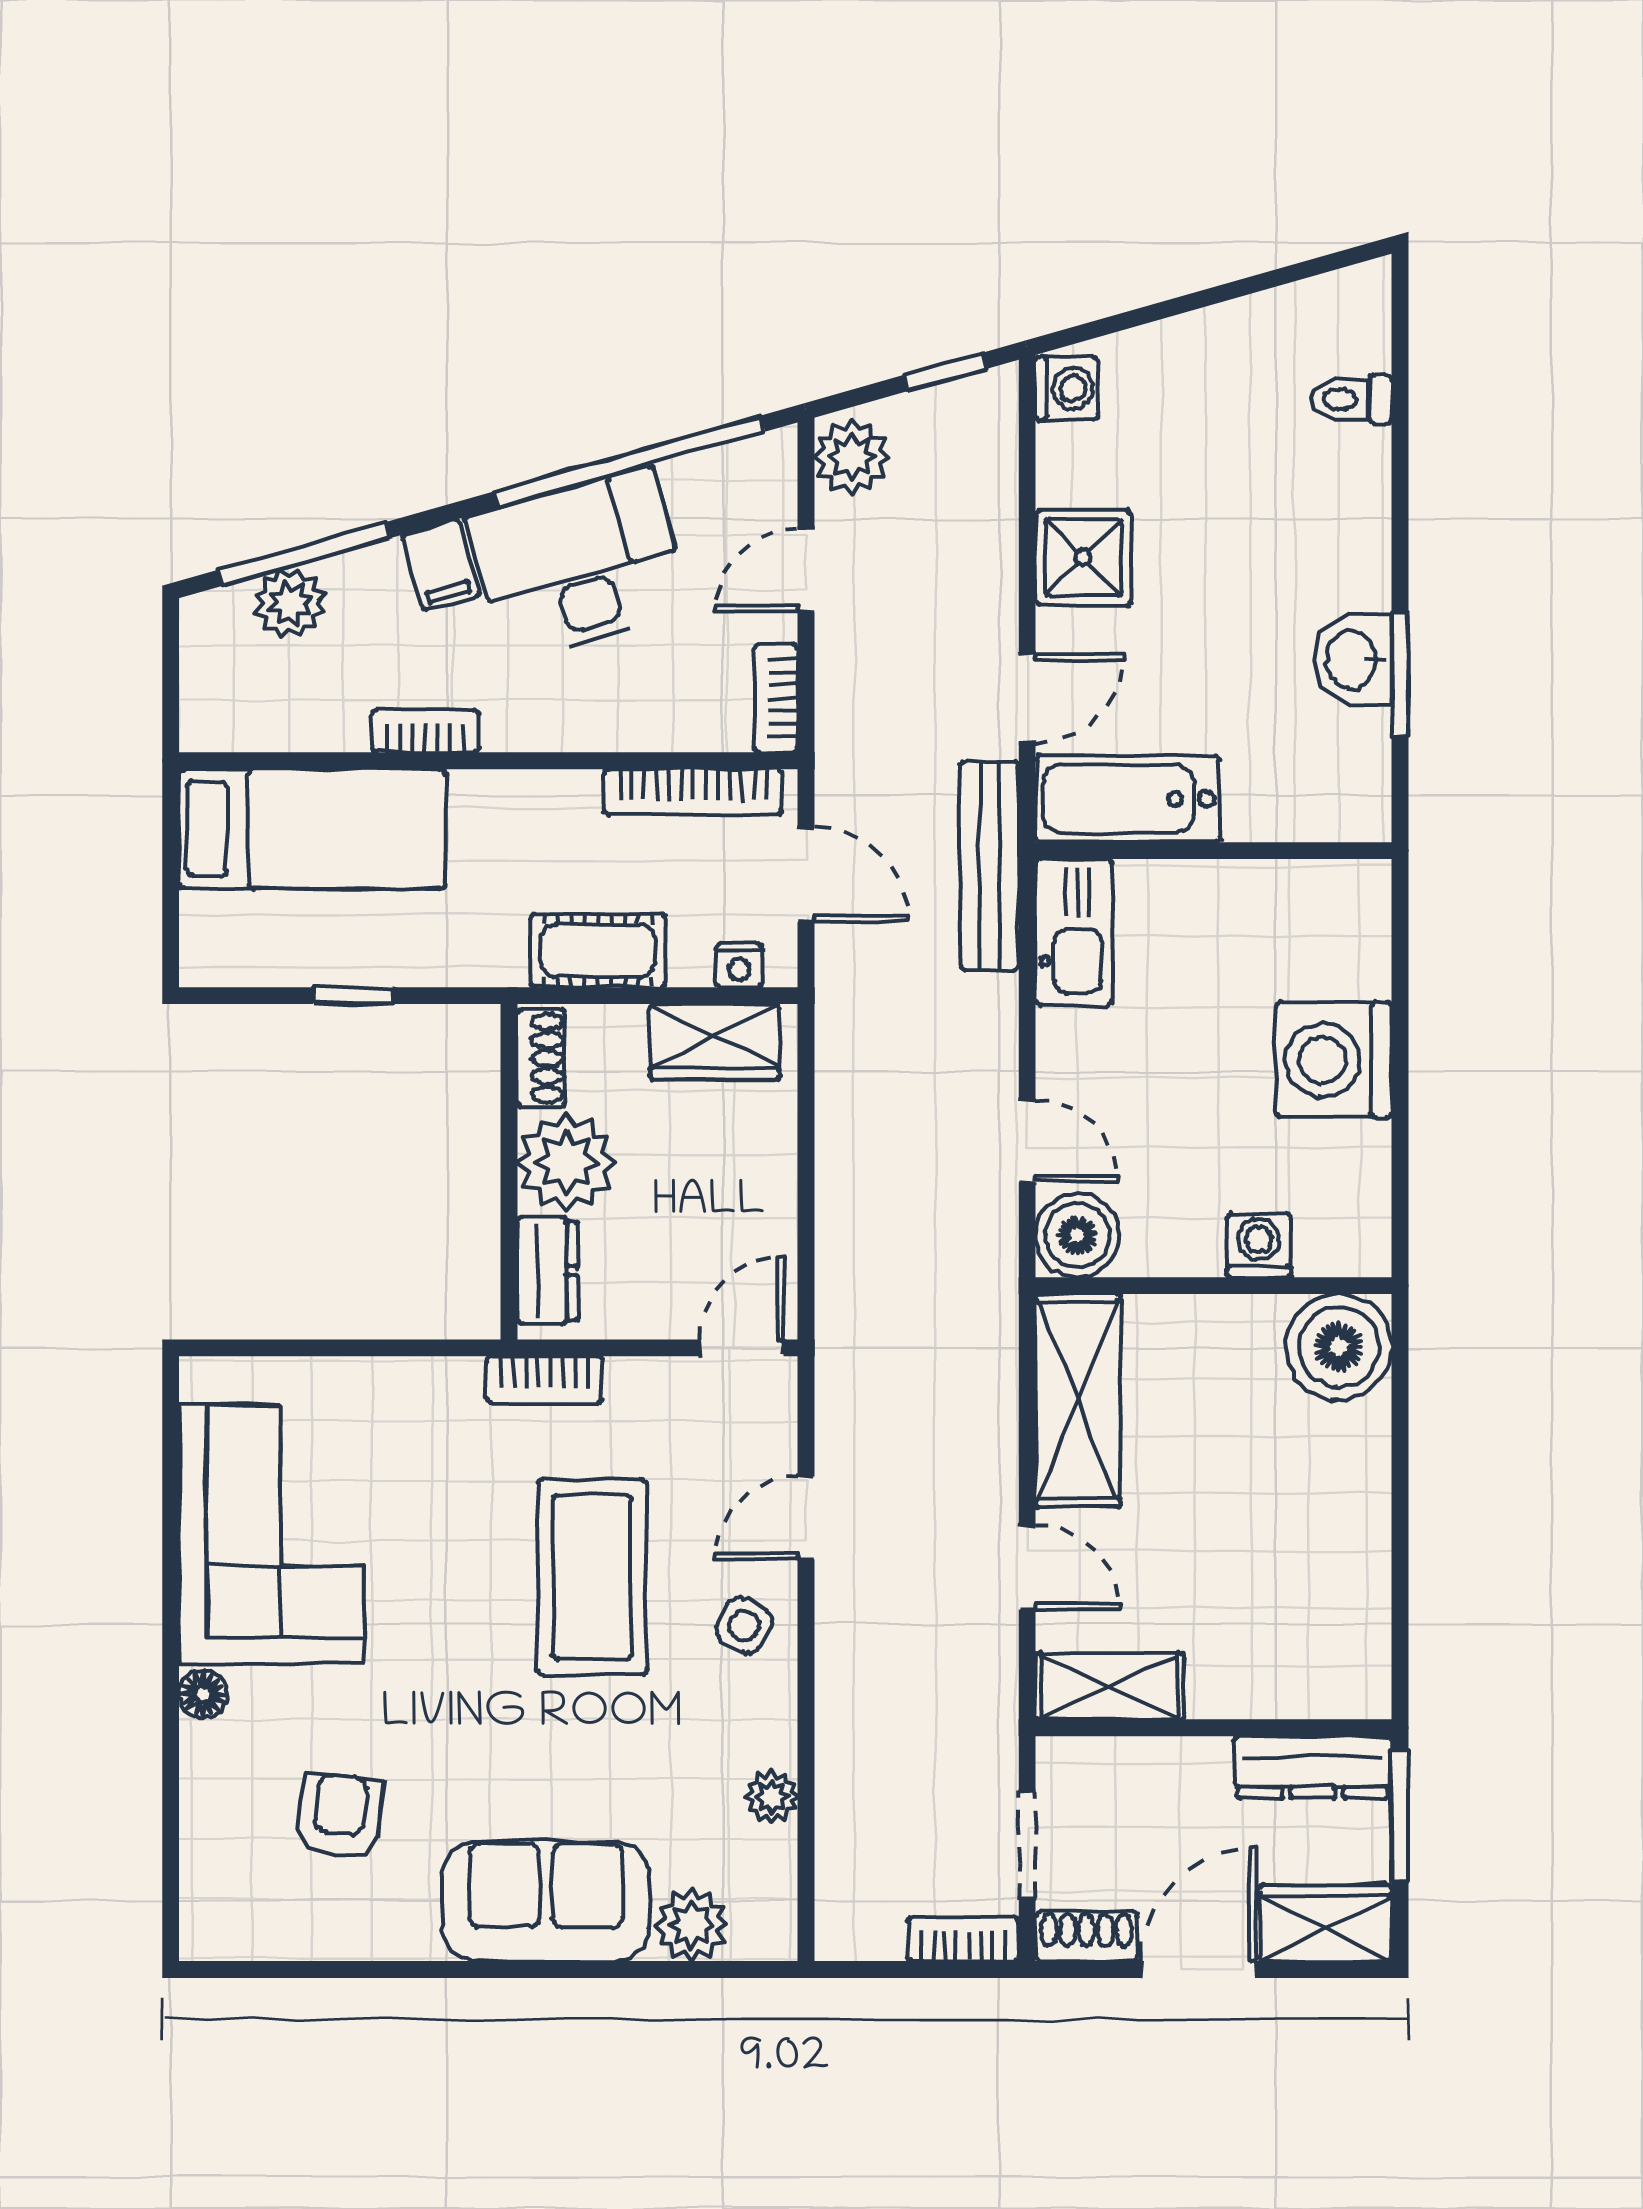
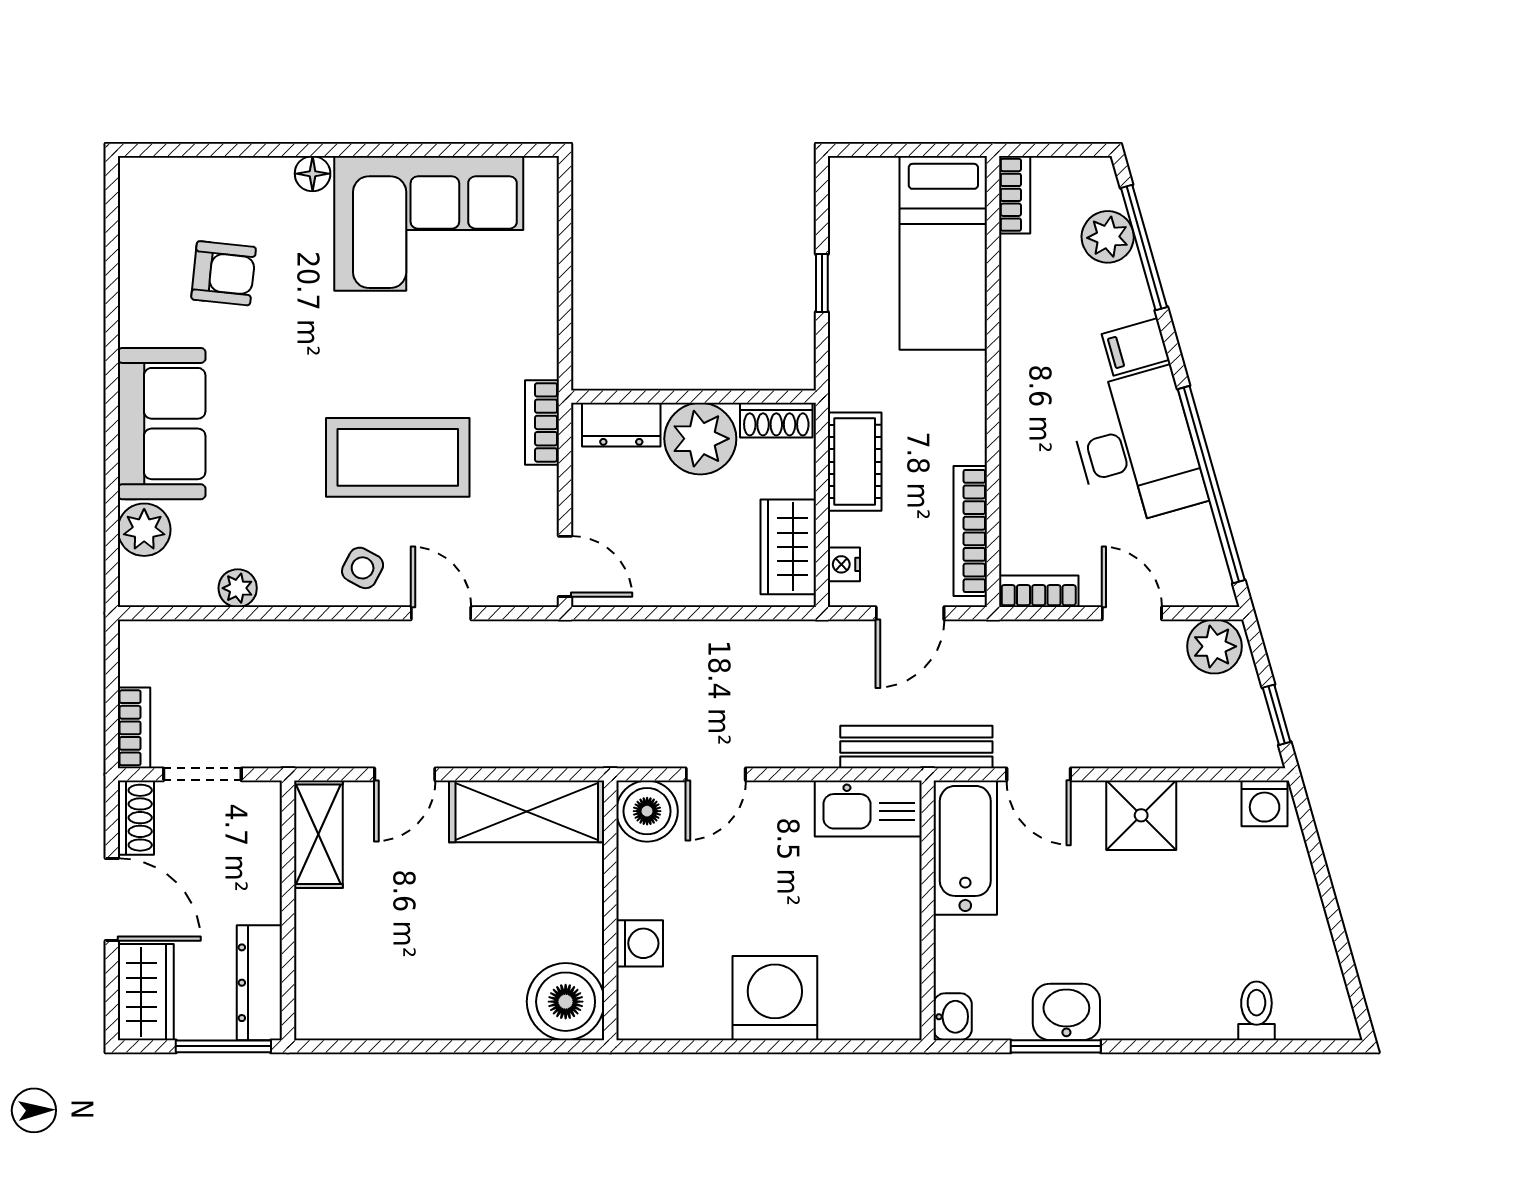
bookcase: (425, 731) -> (1015, 195), moved
washbasin: (1359, 816) -> (953, 1017), added

